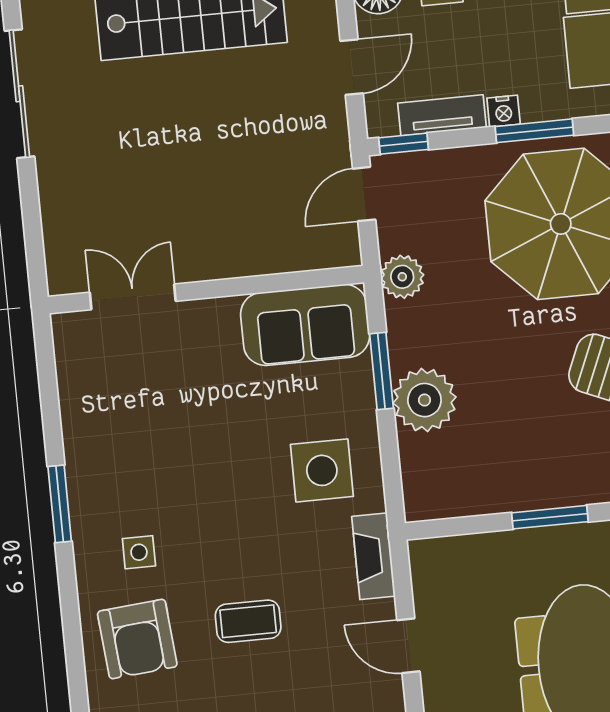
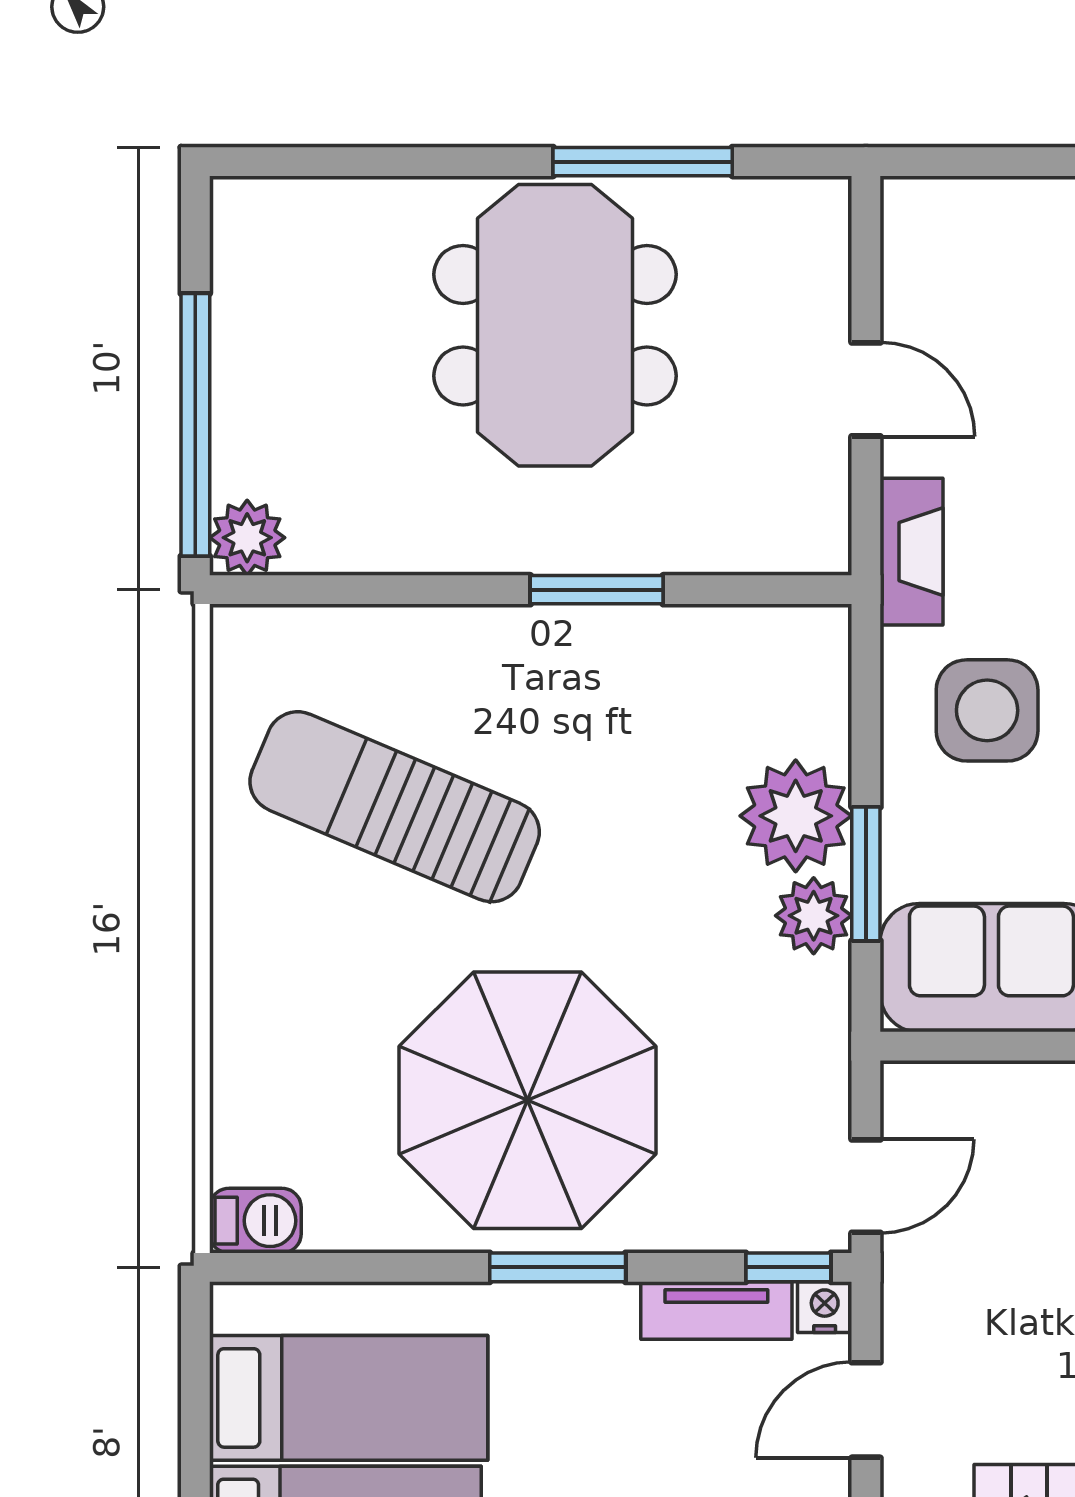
nightstand: (504, 111) -> (825, 1307), moved
plant: (402, 277) -> (814, 916), moved

